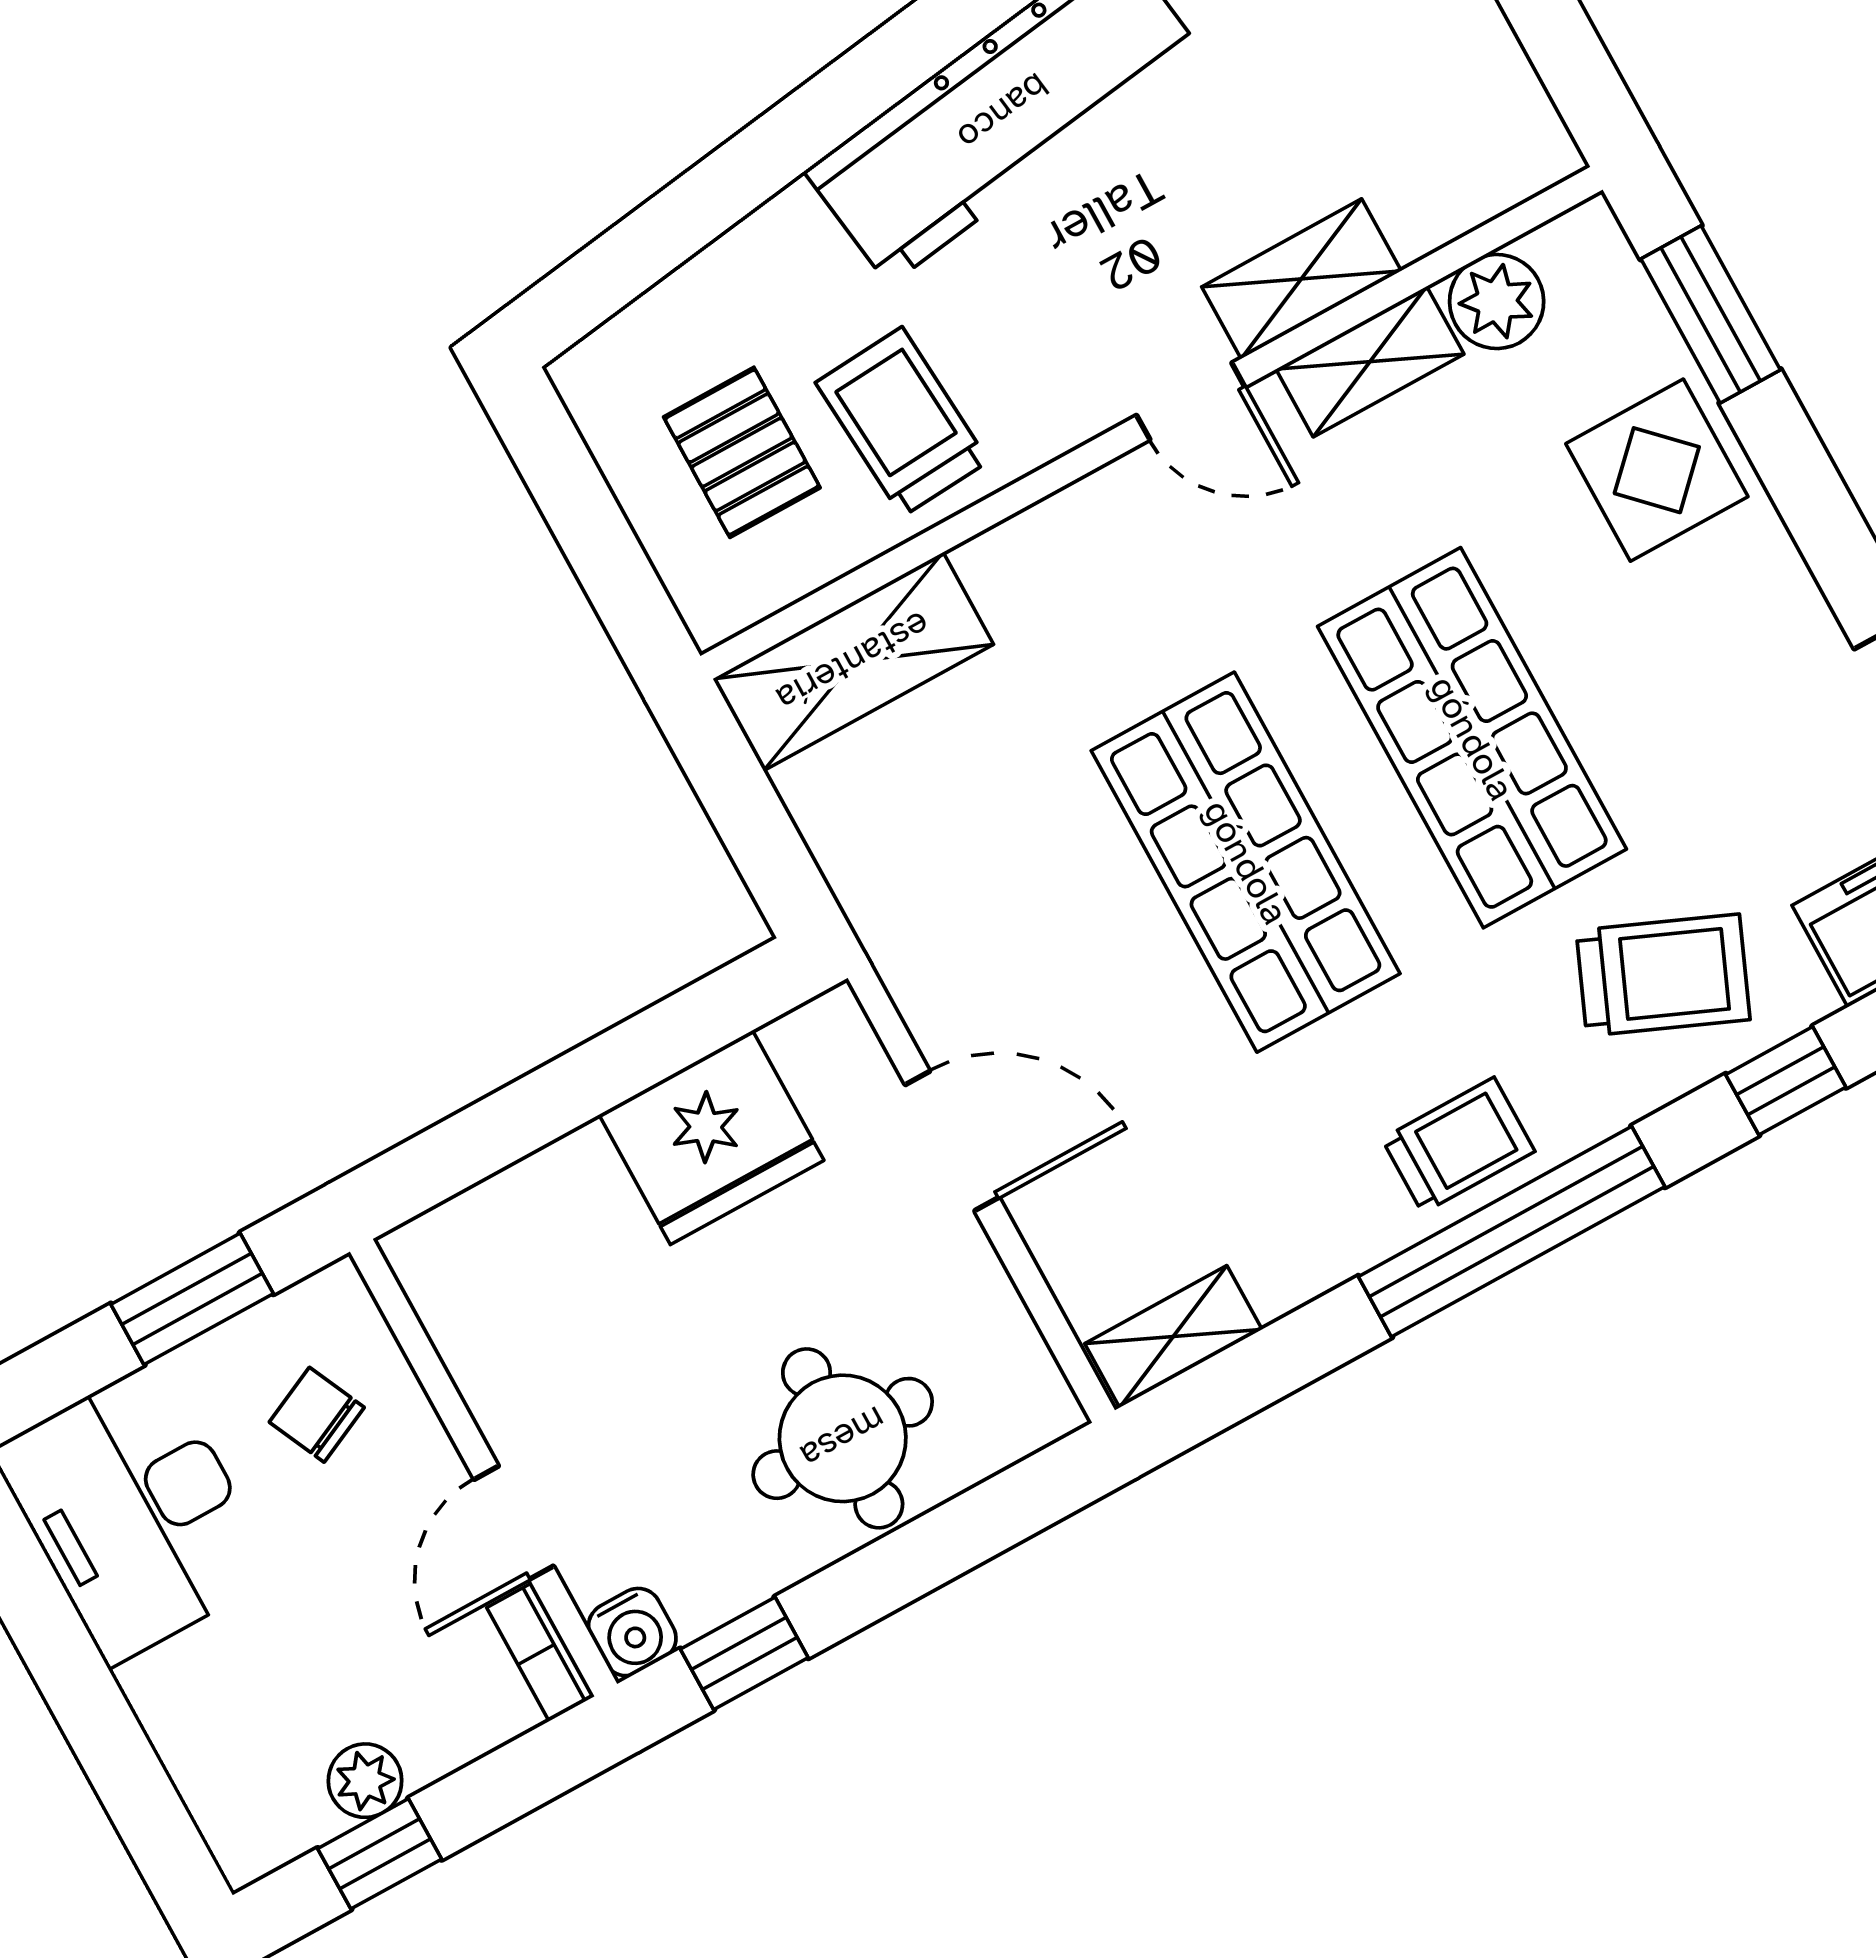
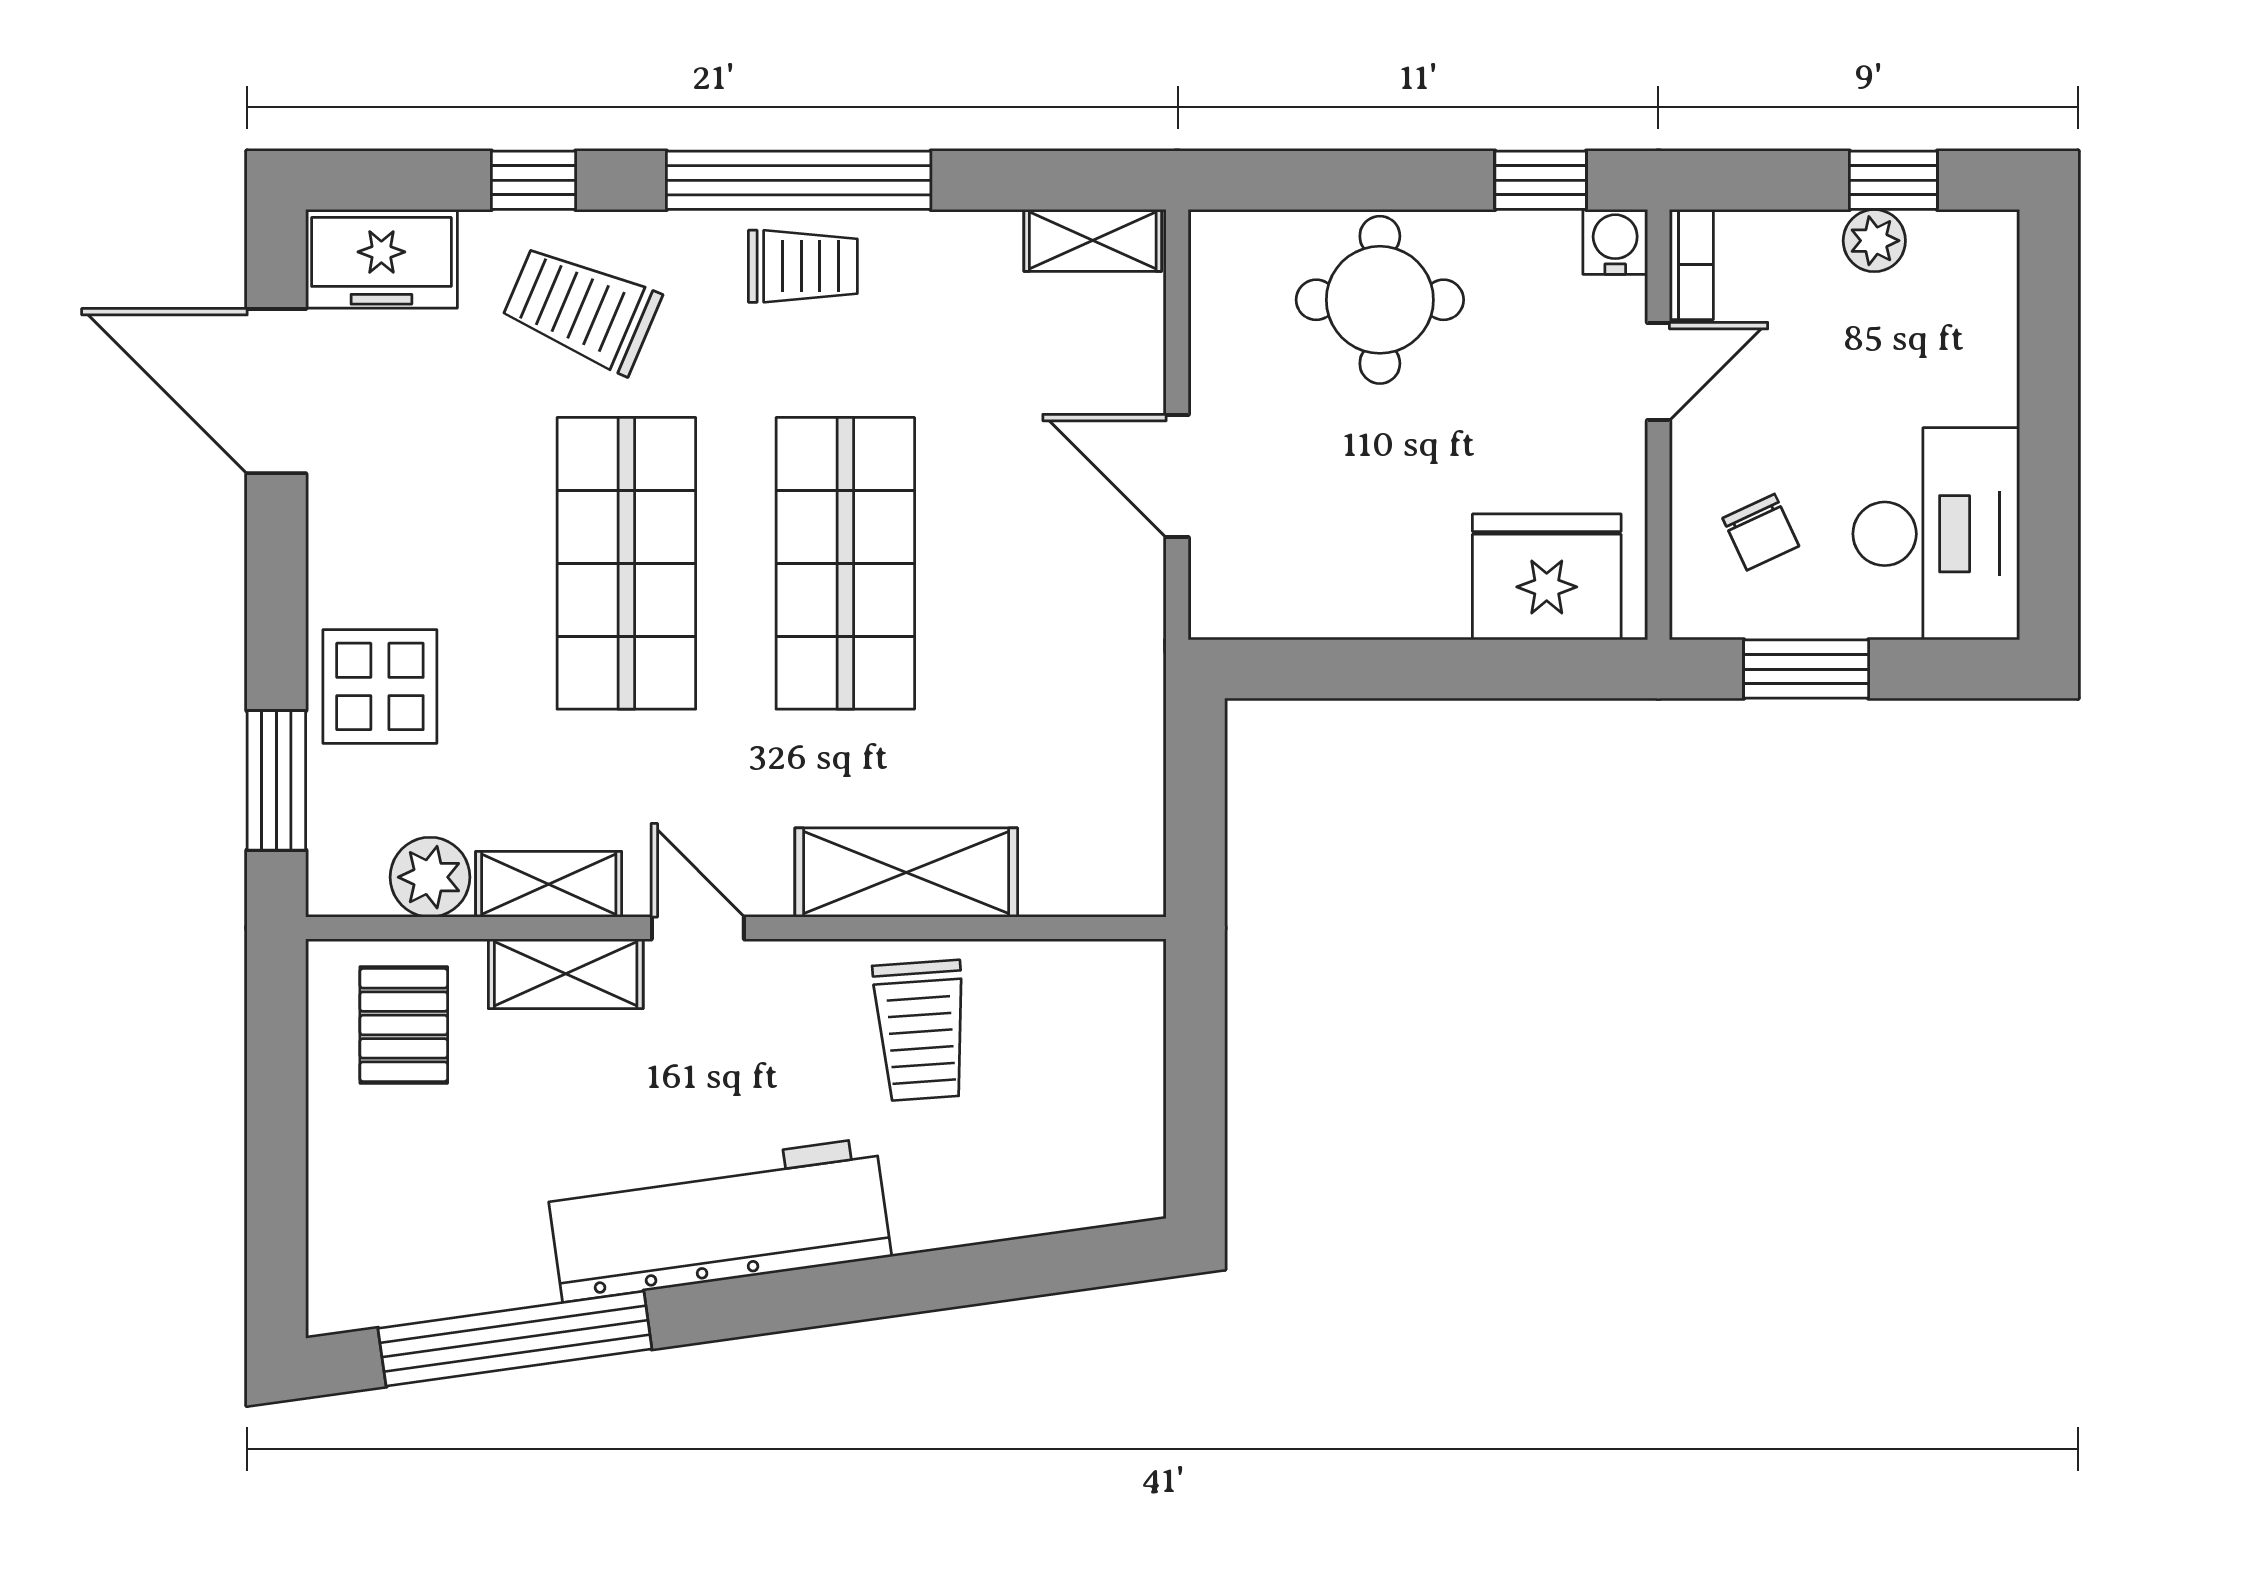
pallet: (742, 452) -> (404, 1025), moved
shelving: (853, 662) -> (906, 872), moved
fridge: (711, 1137) -> (1547, 577), moved
trolley: (1458, 1145) -> (803, 266), turned 180

